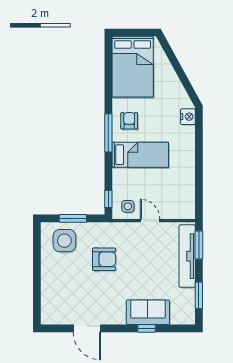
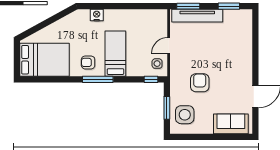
nightstand: (188, 117) -> (97, 15), moved
sofa: (148, 312) -> (231, 124), moved, turned 90
window: (146, 328) -> (255, 49), removed

